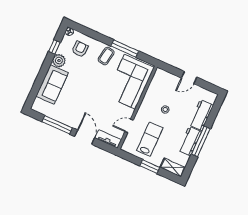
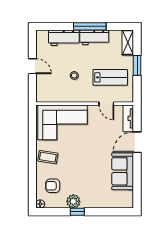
window: (54, 47) -> (77, 212), moved
window: (125, 49) -> (32, 142), removed
sofa: (52, 85) -> (123, 171), moved, turned -90
window: (57, 125) -> (137, 175), removed
lab bench: (150, 139) -> (110, 77), turned 180

